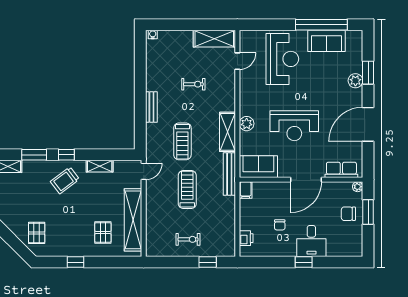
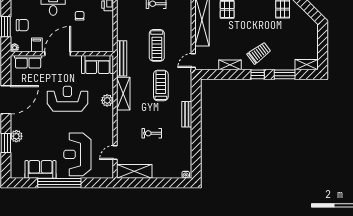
window: (321, 25) -> (59, 183), moved
filing cabinet: (246, 190) -> (37, 45), moved

